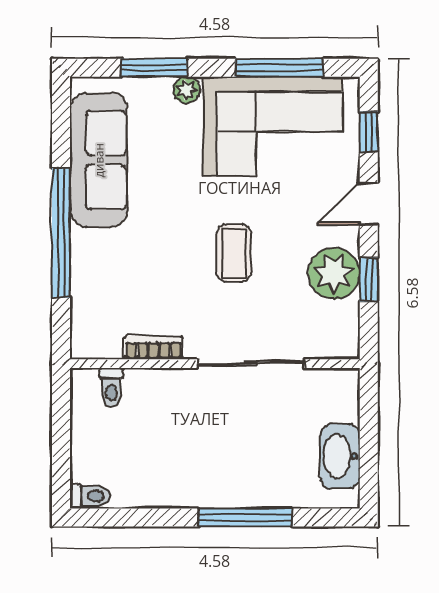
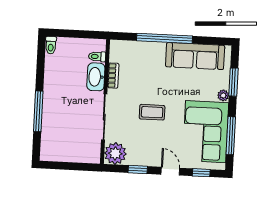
plant: (334, 273) -> (115, 153), moved
washbasin: (340, 456) -> (96, 77), moved, turned -90

